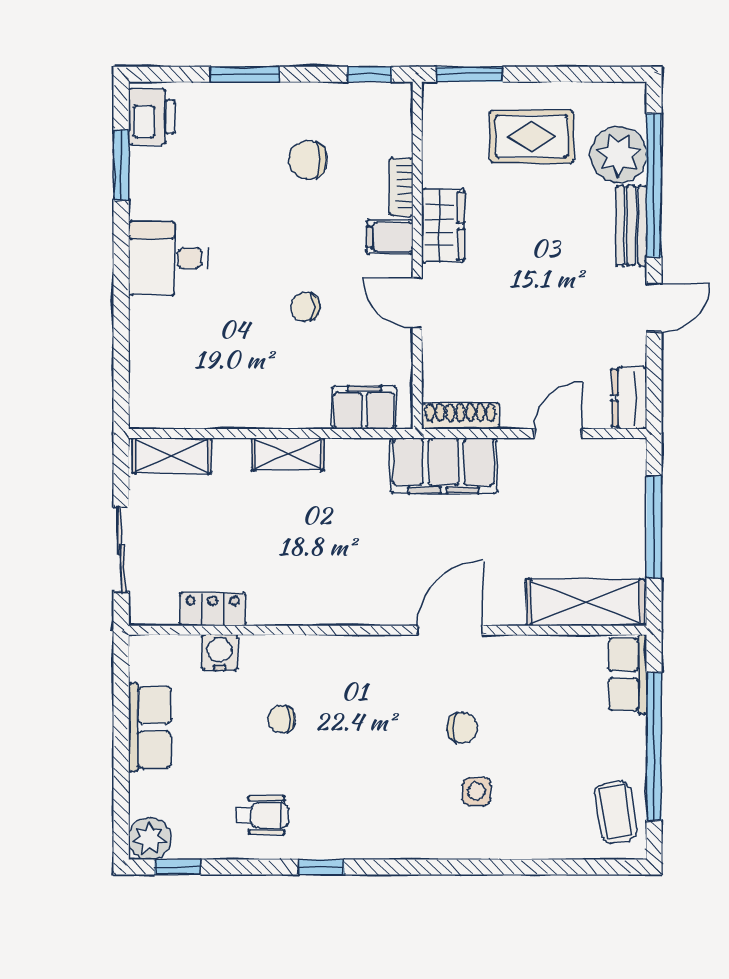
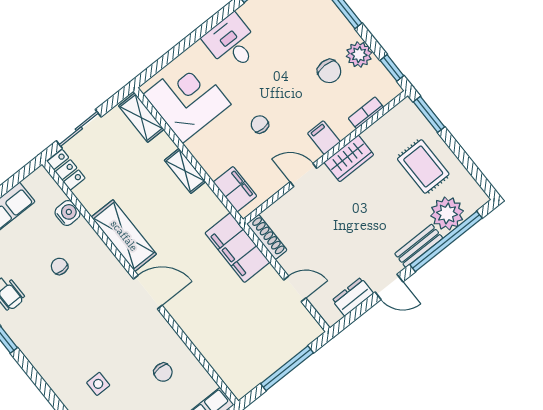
plant: (317, 103) -> (359, 55), added
chair: (308, 160) -> (329, 71), turned 180
bookcase: (401, 187) -> (366, 113), moved
door: (417, 303) -> (303, 175), hinge flipped
corner desk: (196, 376) -> (187, 99), added
dresser: (629, 398) -> (353, 297), moved
shelving: (585, 602) -> (124, 236), moved
locker: (213, 609) -> (66, 170), moved
door: (450, 630) -> (148, 292), moved
chair: (462, 728) -> (163, 372), moved

